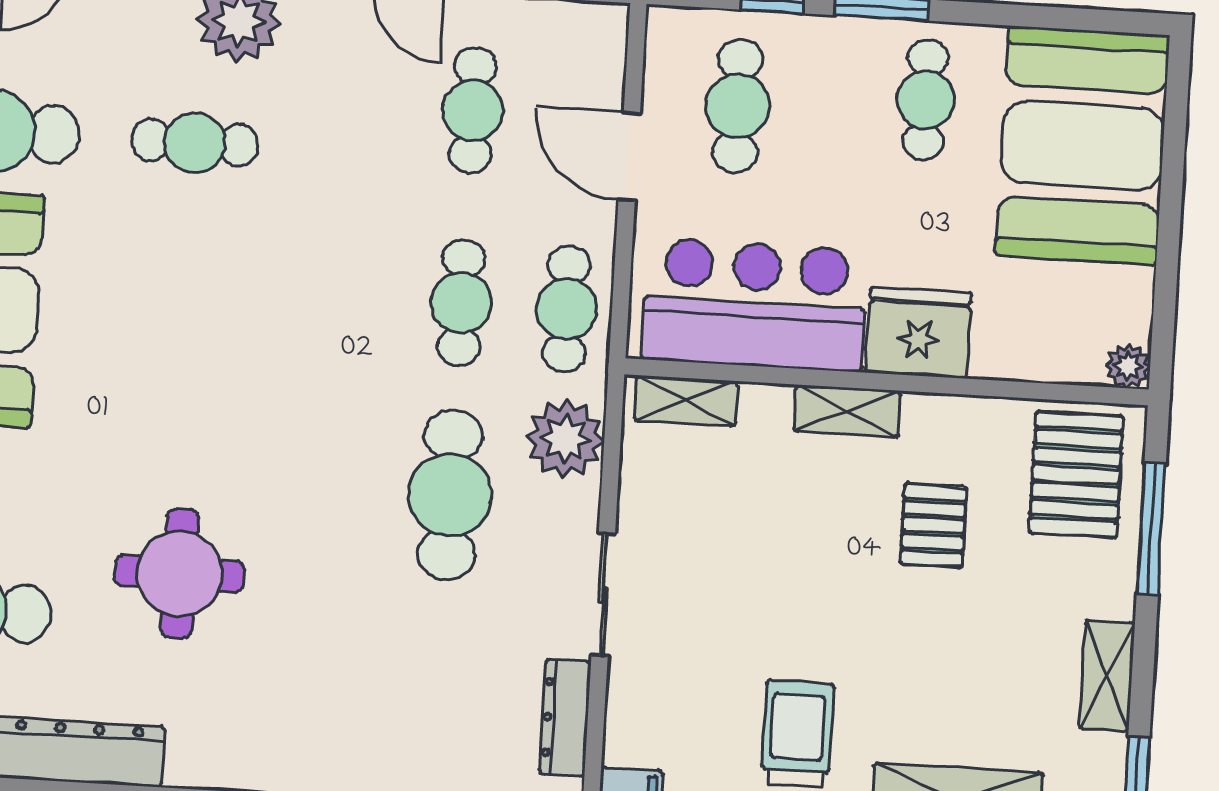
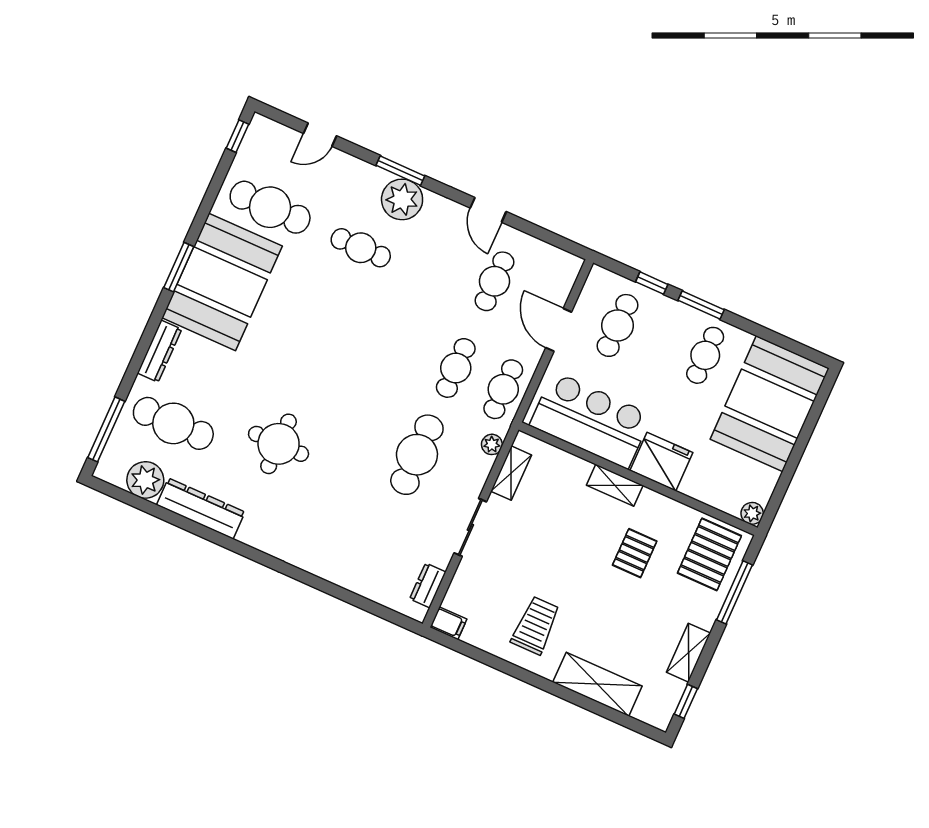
shelving: (686, 401) -> (511, 473), moved, turned 90
plant: (565, 439) -> (492, 444), width x0.53, depth x0.53
dresser: (565, 718) -> (428, 585), width x0.70

